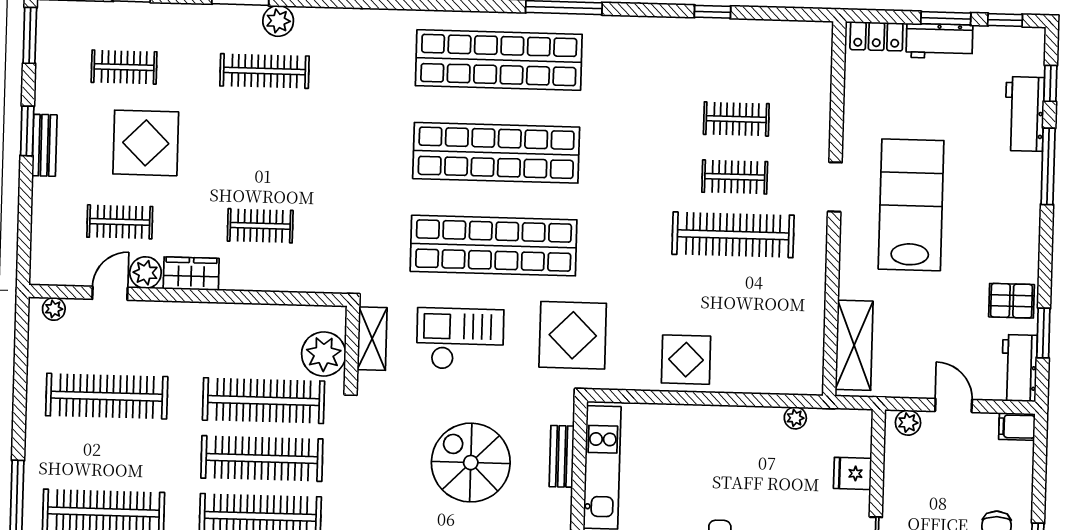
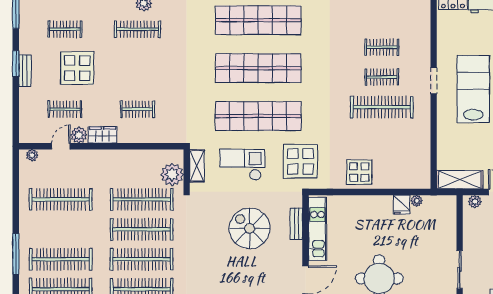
shelving: (854, 345) -> (460, 180), moved, turned 90
fridge: (853, 473) -> (402, 205), moved, turned -90

